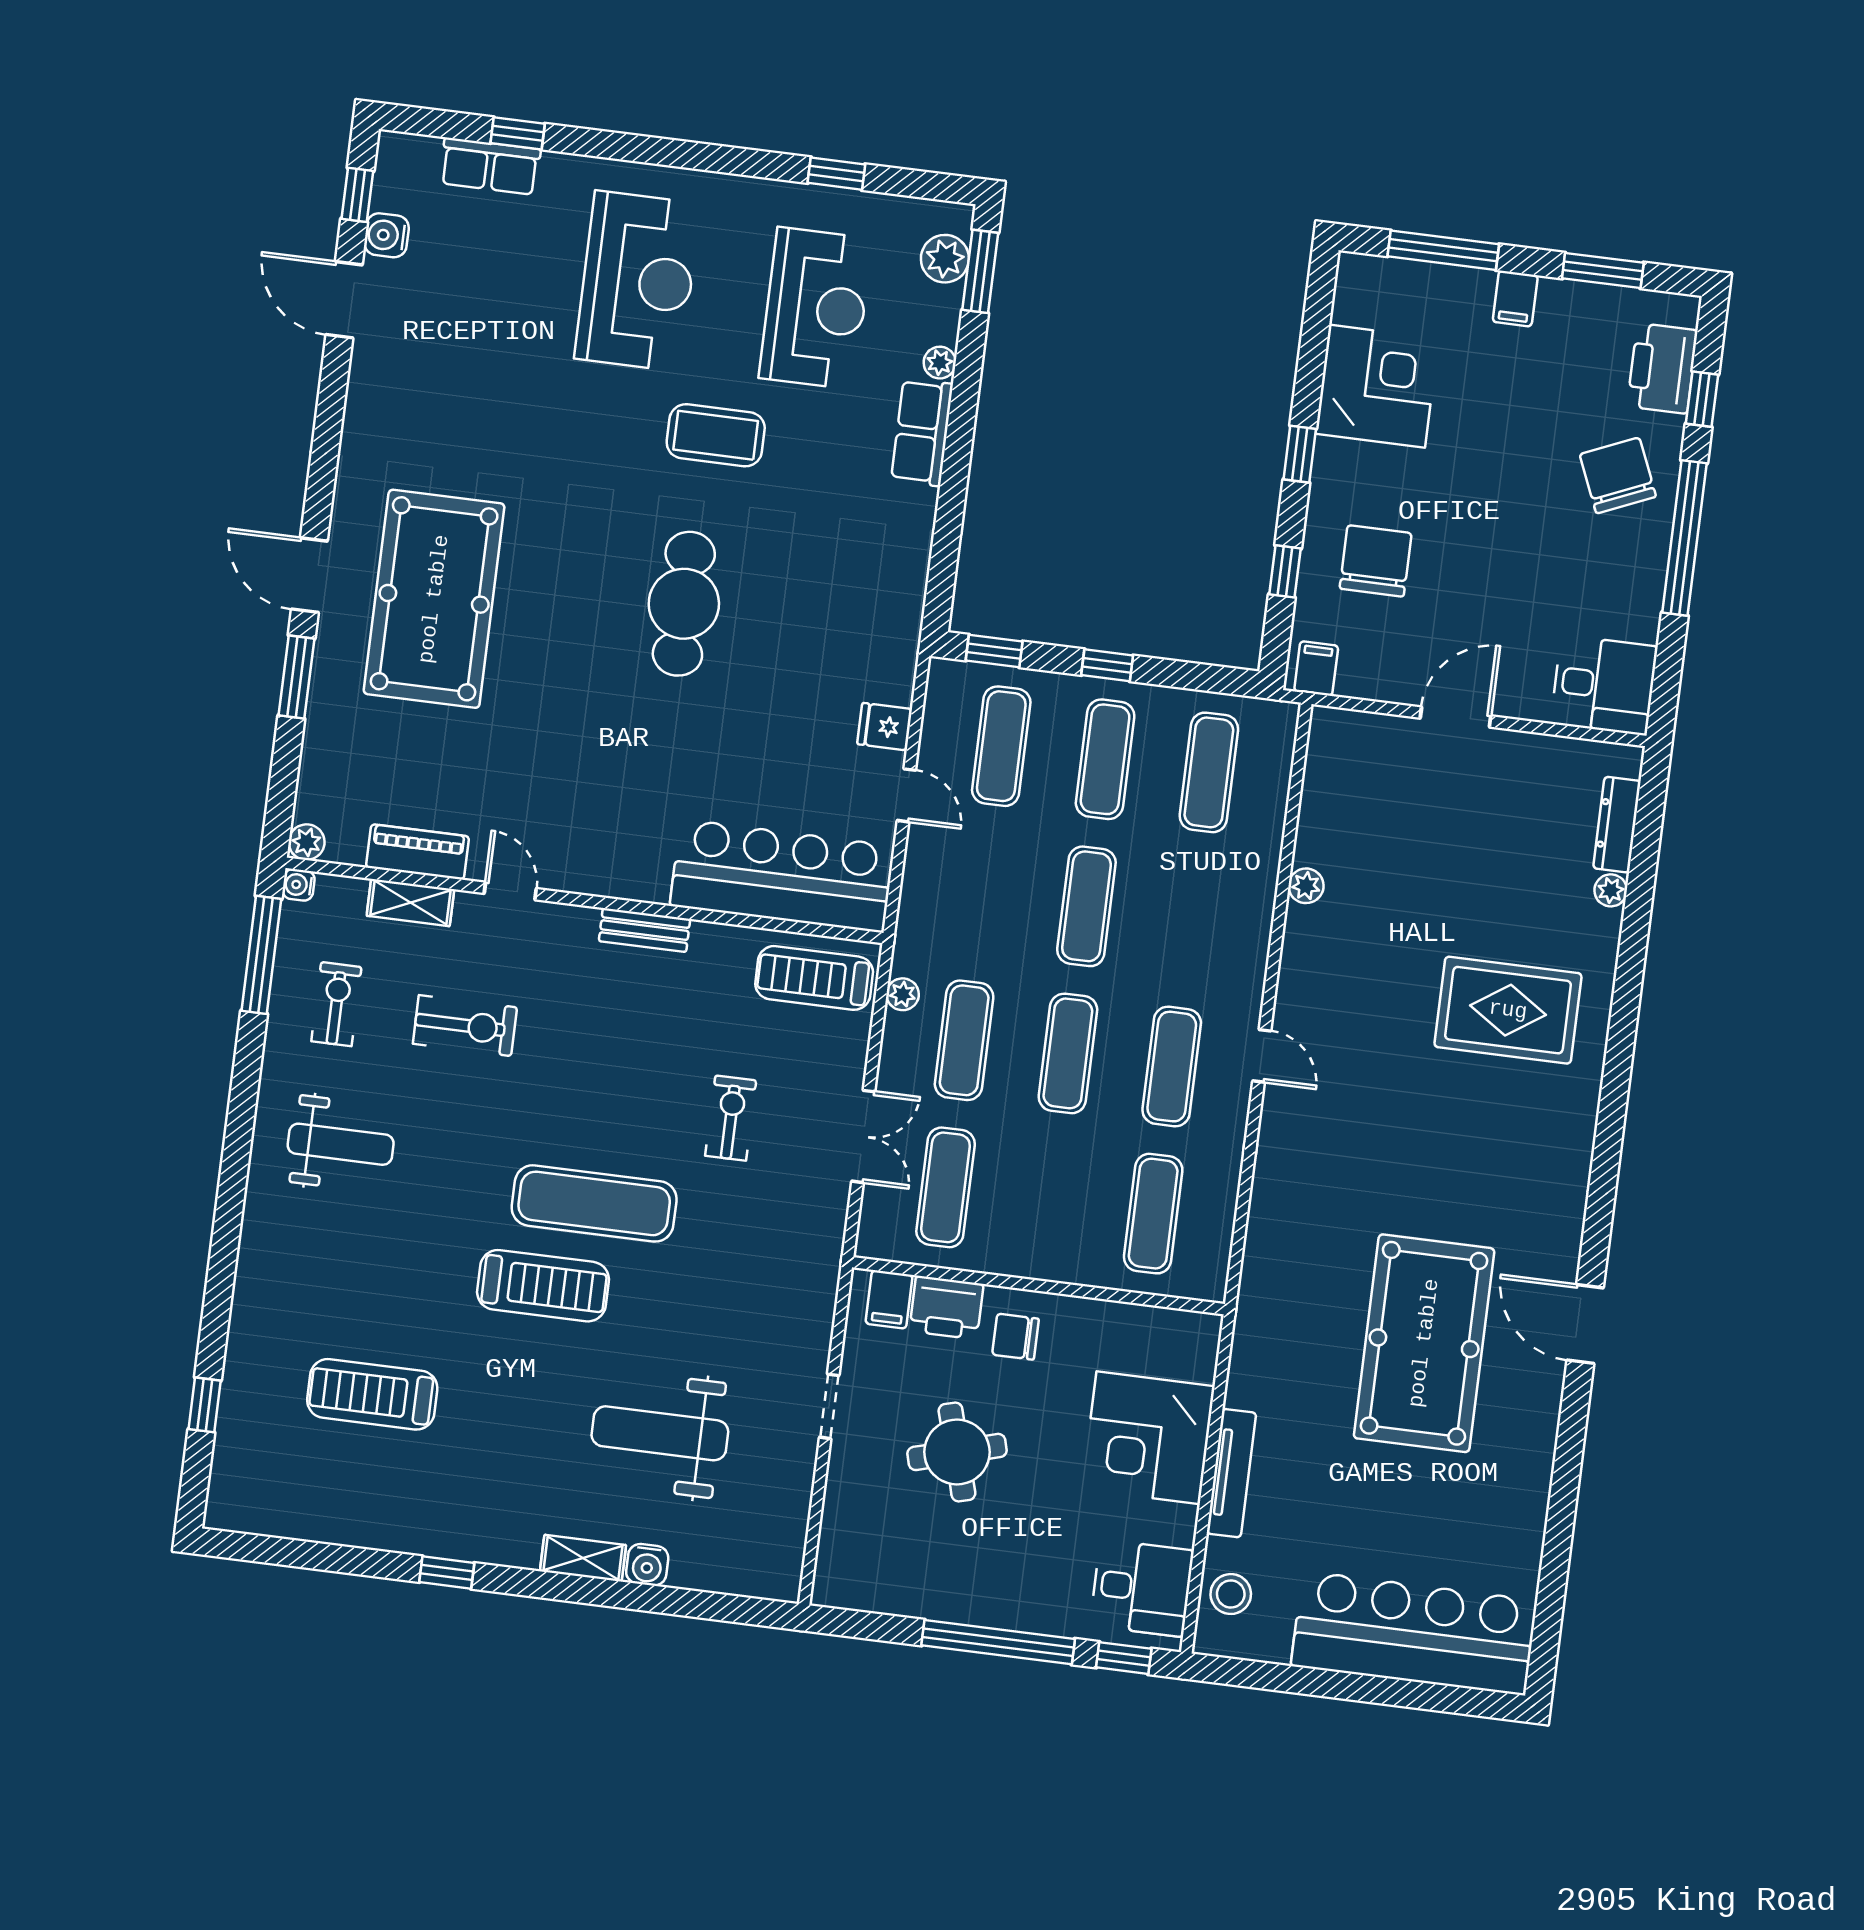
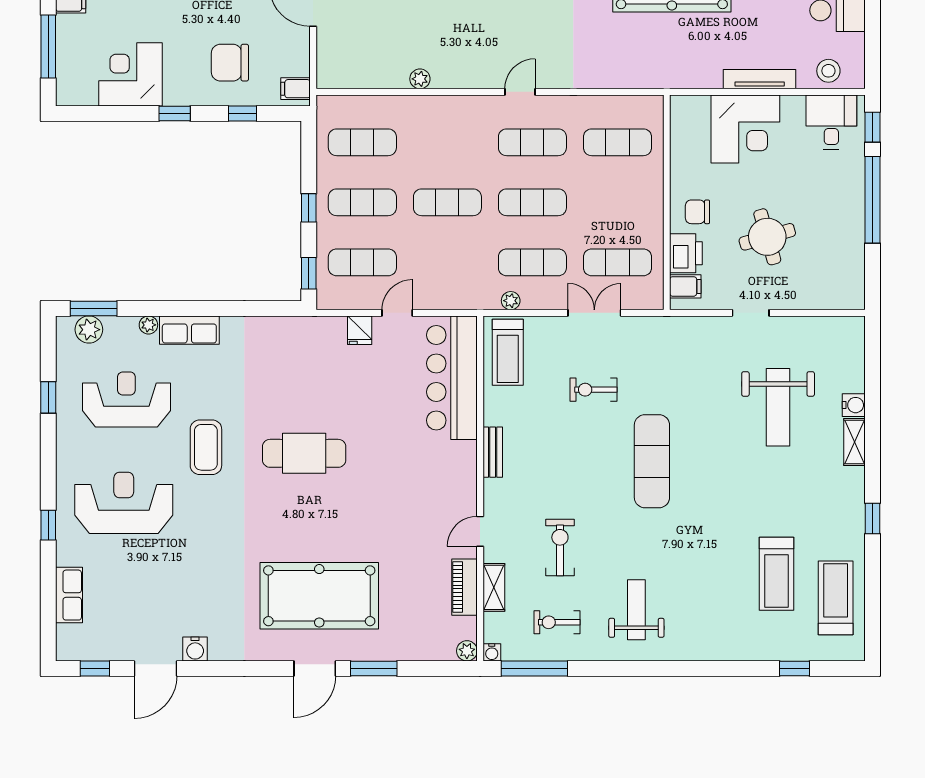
window: (518, 133) -> (48, 525), moved
water cooler: (387, 235) -> (195, 649), moved
treadmill: (543, 1286) -> (836, 598), moved
chair: (1015, 1337) -> (697, 212), turned 90

